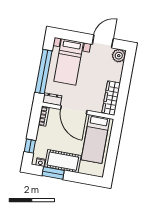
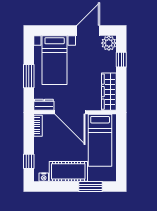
window: (44, 72) -> (29, 76), width x0.47
window: (127, 72) -> (121, 60), added
window: (53, 173) -> (90, 187), moved

